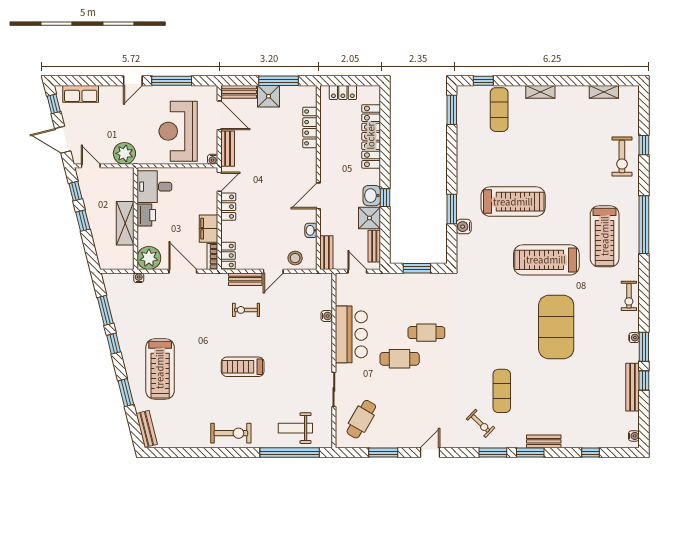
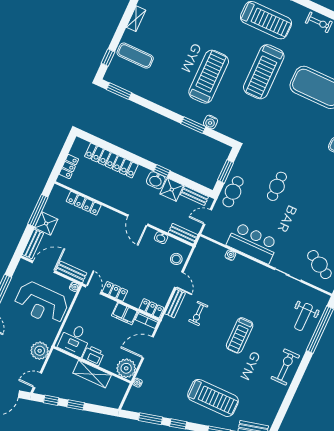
cafe table: (400, 359) -> (233, 192), moved

